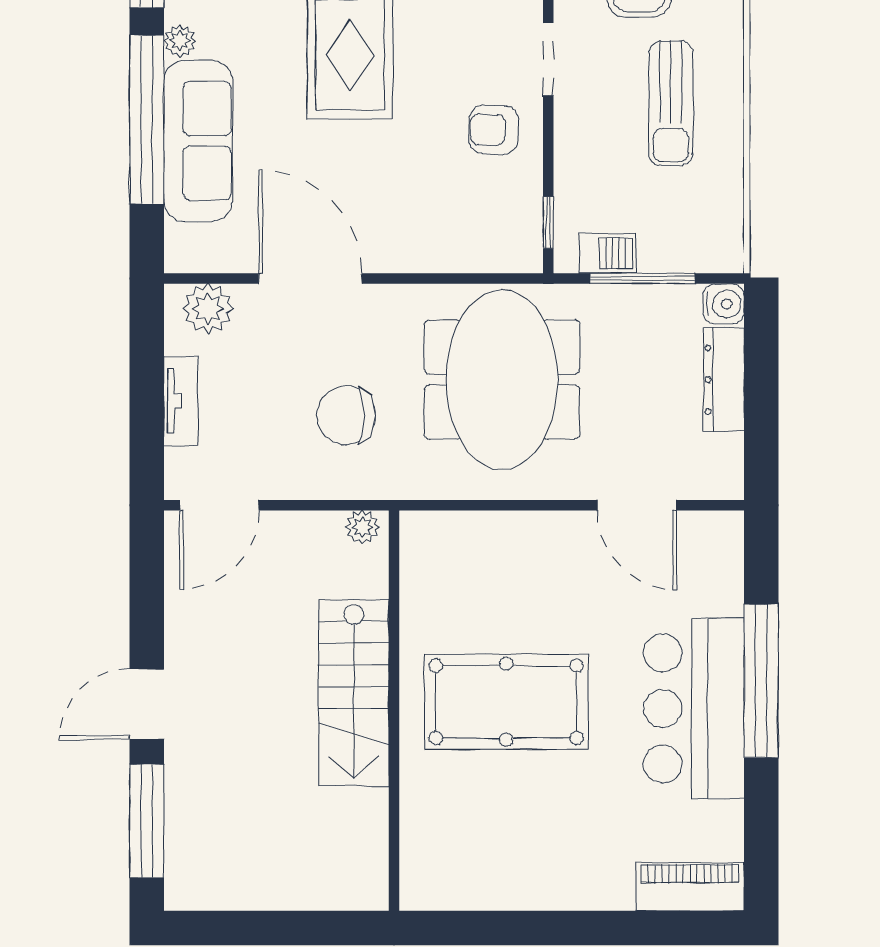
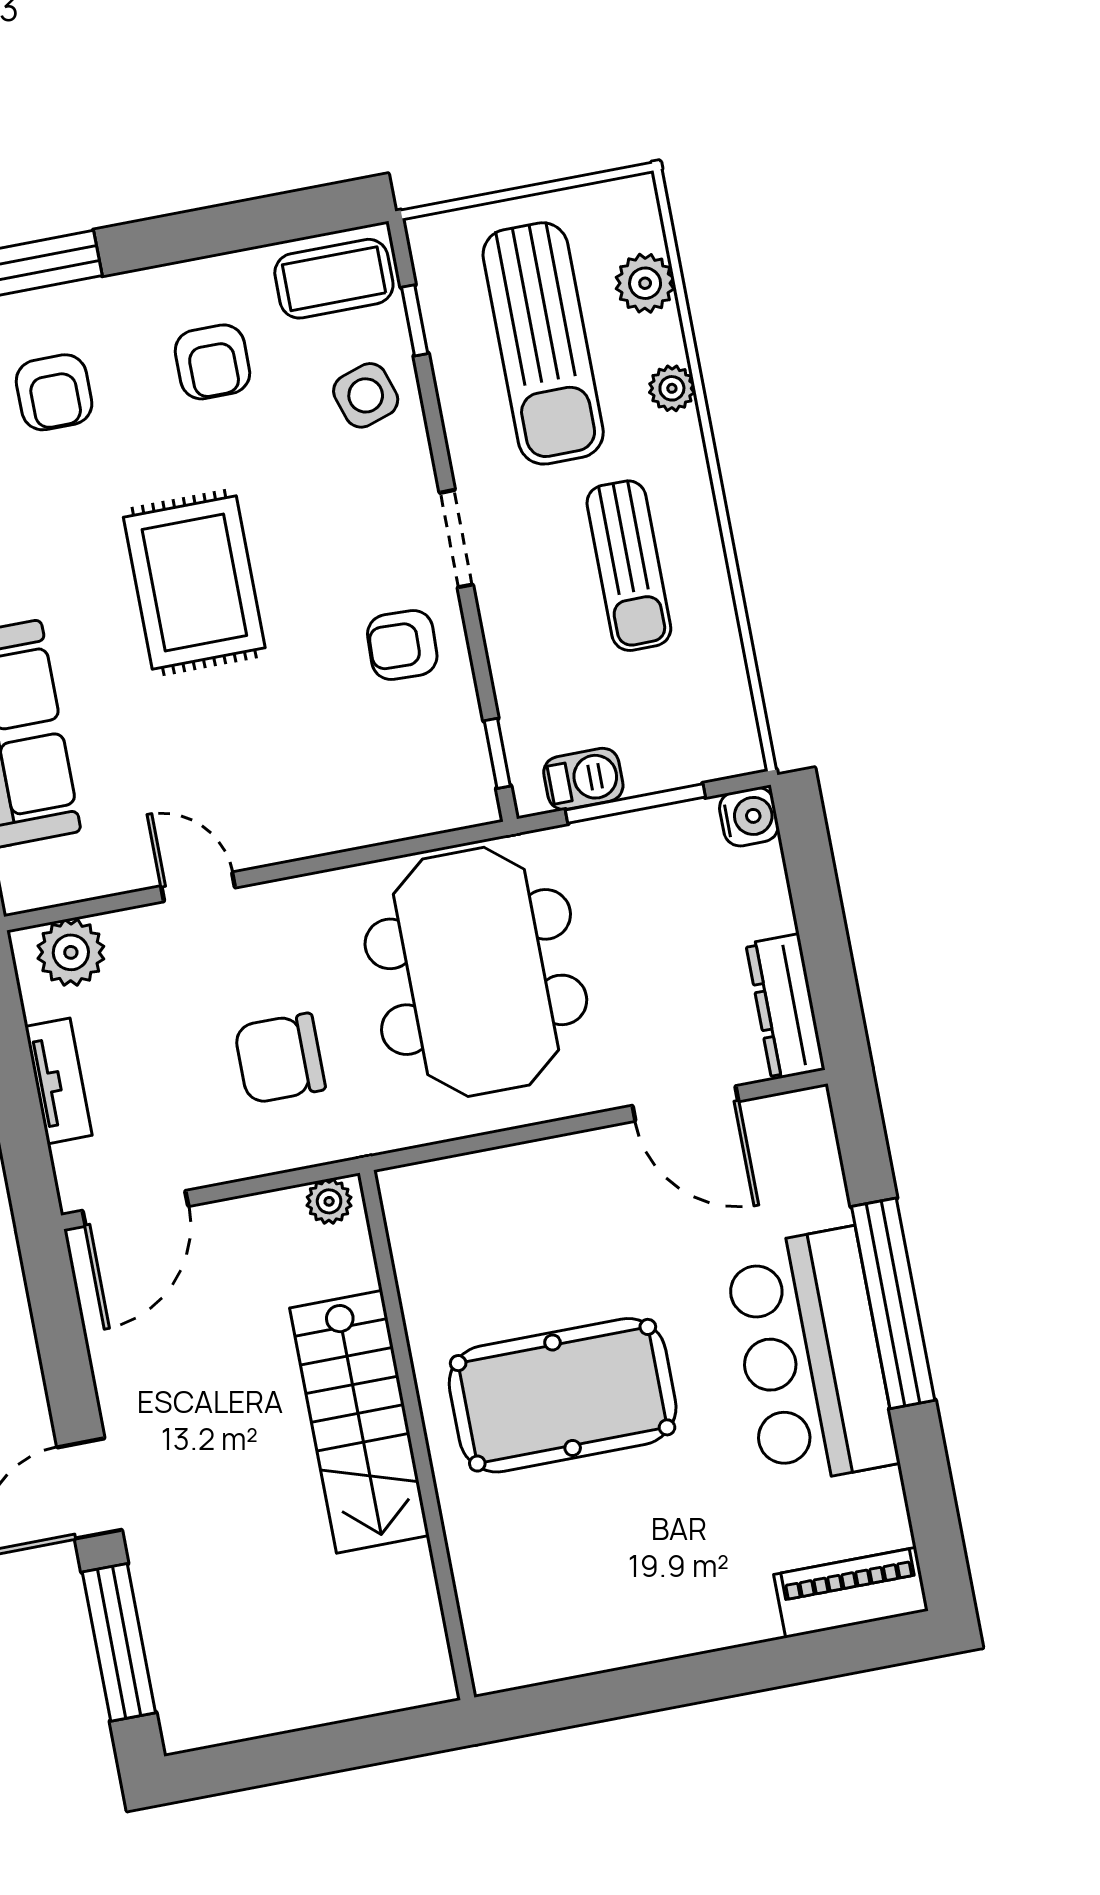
door: (310, 278) -> (198, 887), width x0.53
dresser: (724, 380) -> (785, 1007), moved

